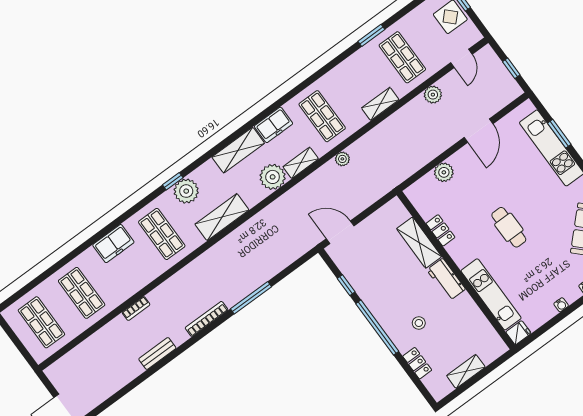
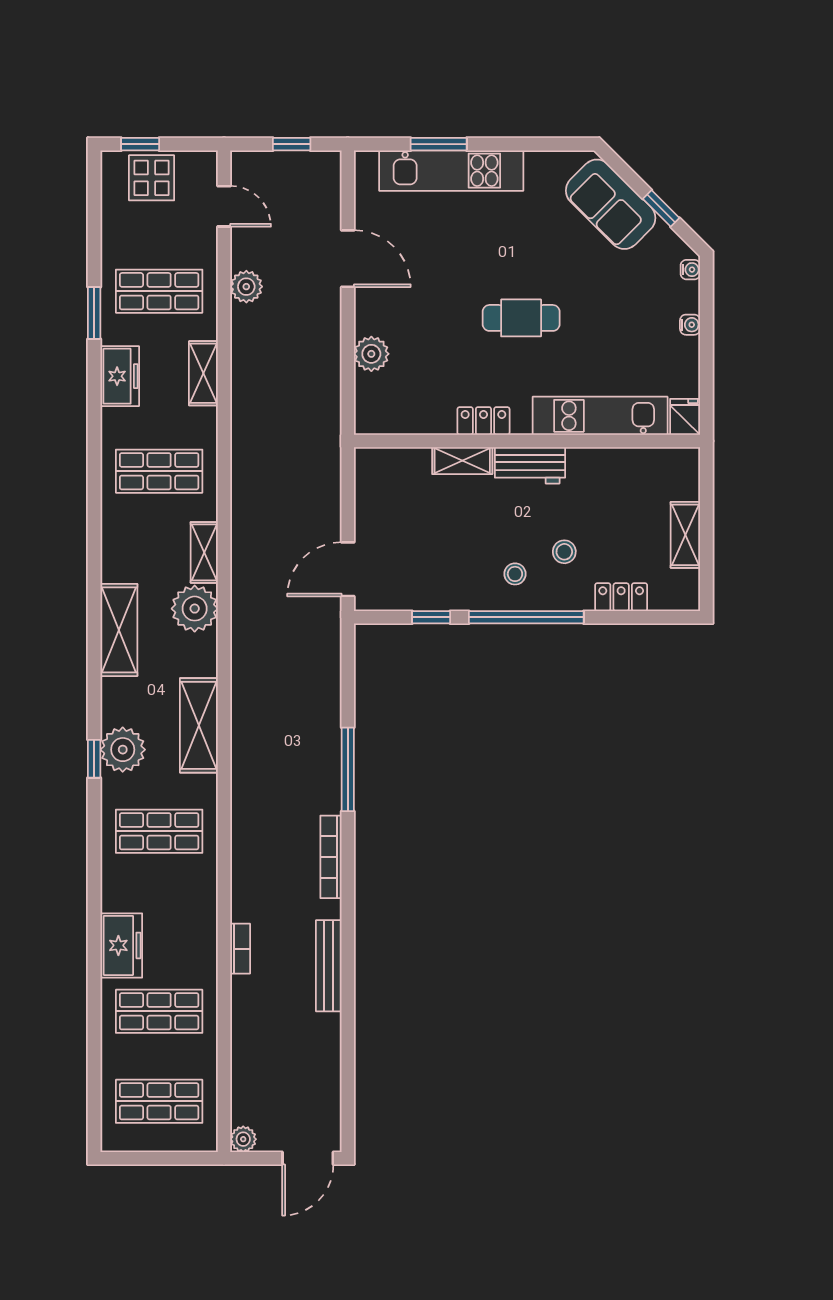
freezer: (274, 125) -> (120, 376), moved
plant: (342, 159) -> (243, 1139), moved
locker: (440, 230) -> (483, 421), moved
shelving: (419, 243) -> (462, 461), width x0.67, depth x0.75
freezer: (113, 244) -> (121, 945), moved
stool: (393, 308) -> (515, 574), added
bench: (157, 354) -> (329, 966), width x1.36

